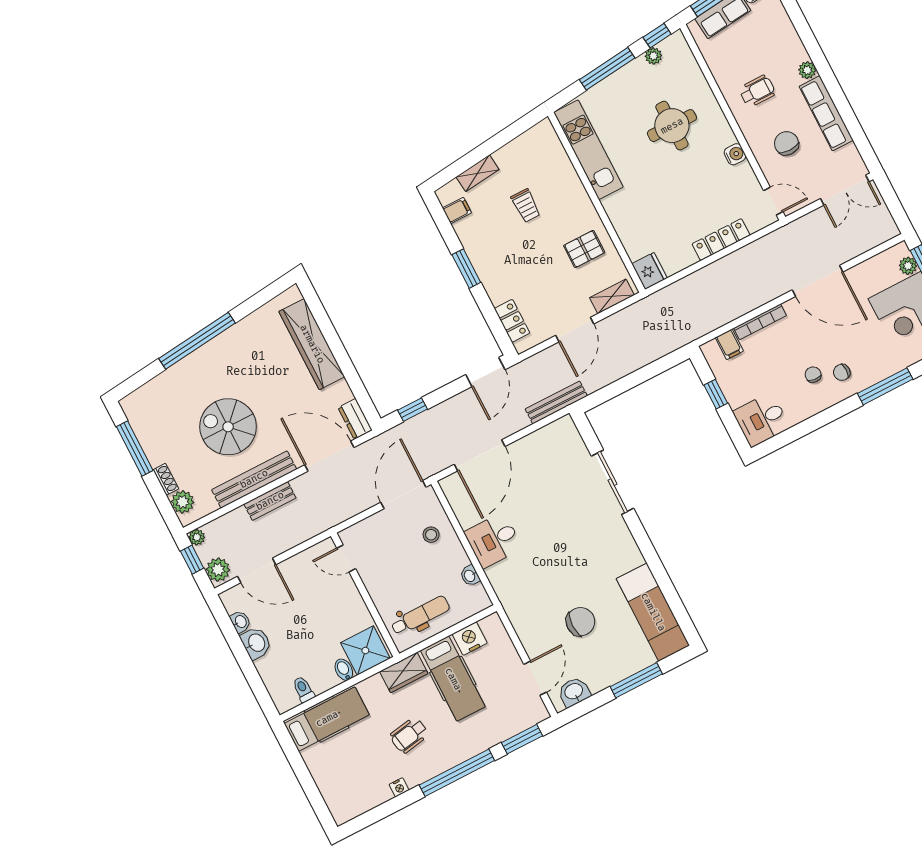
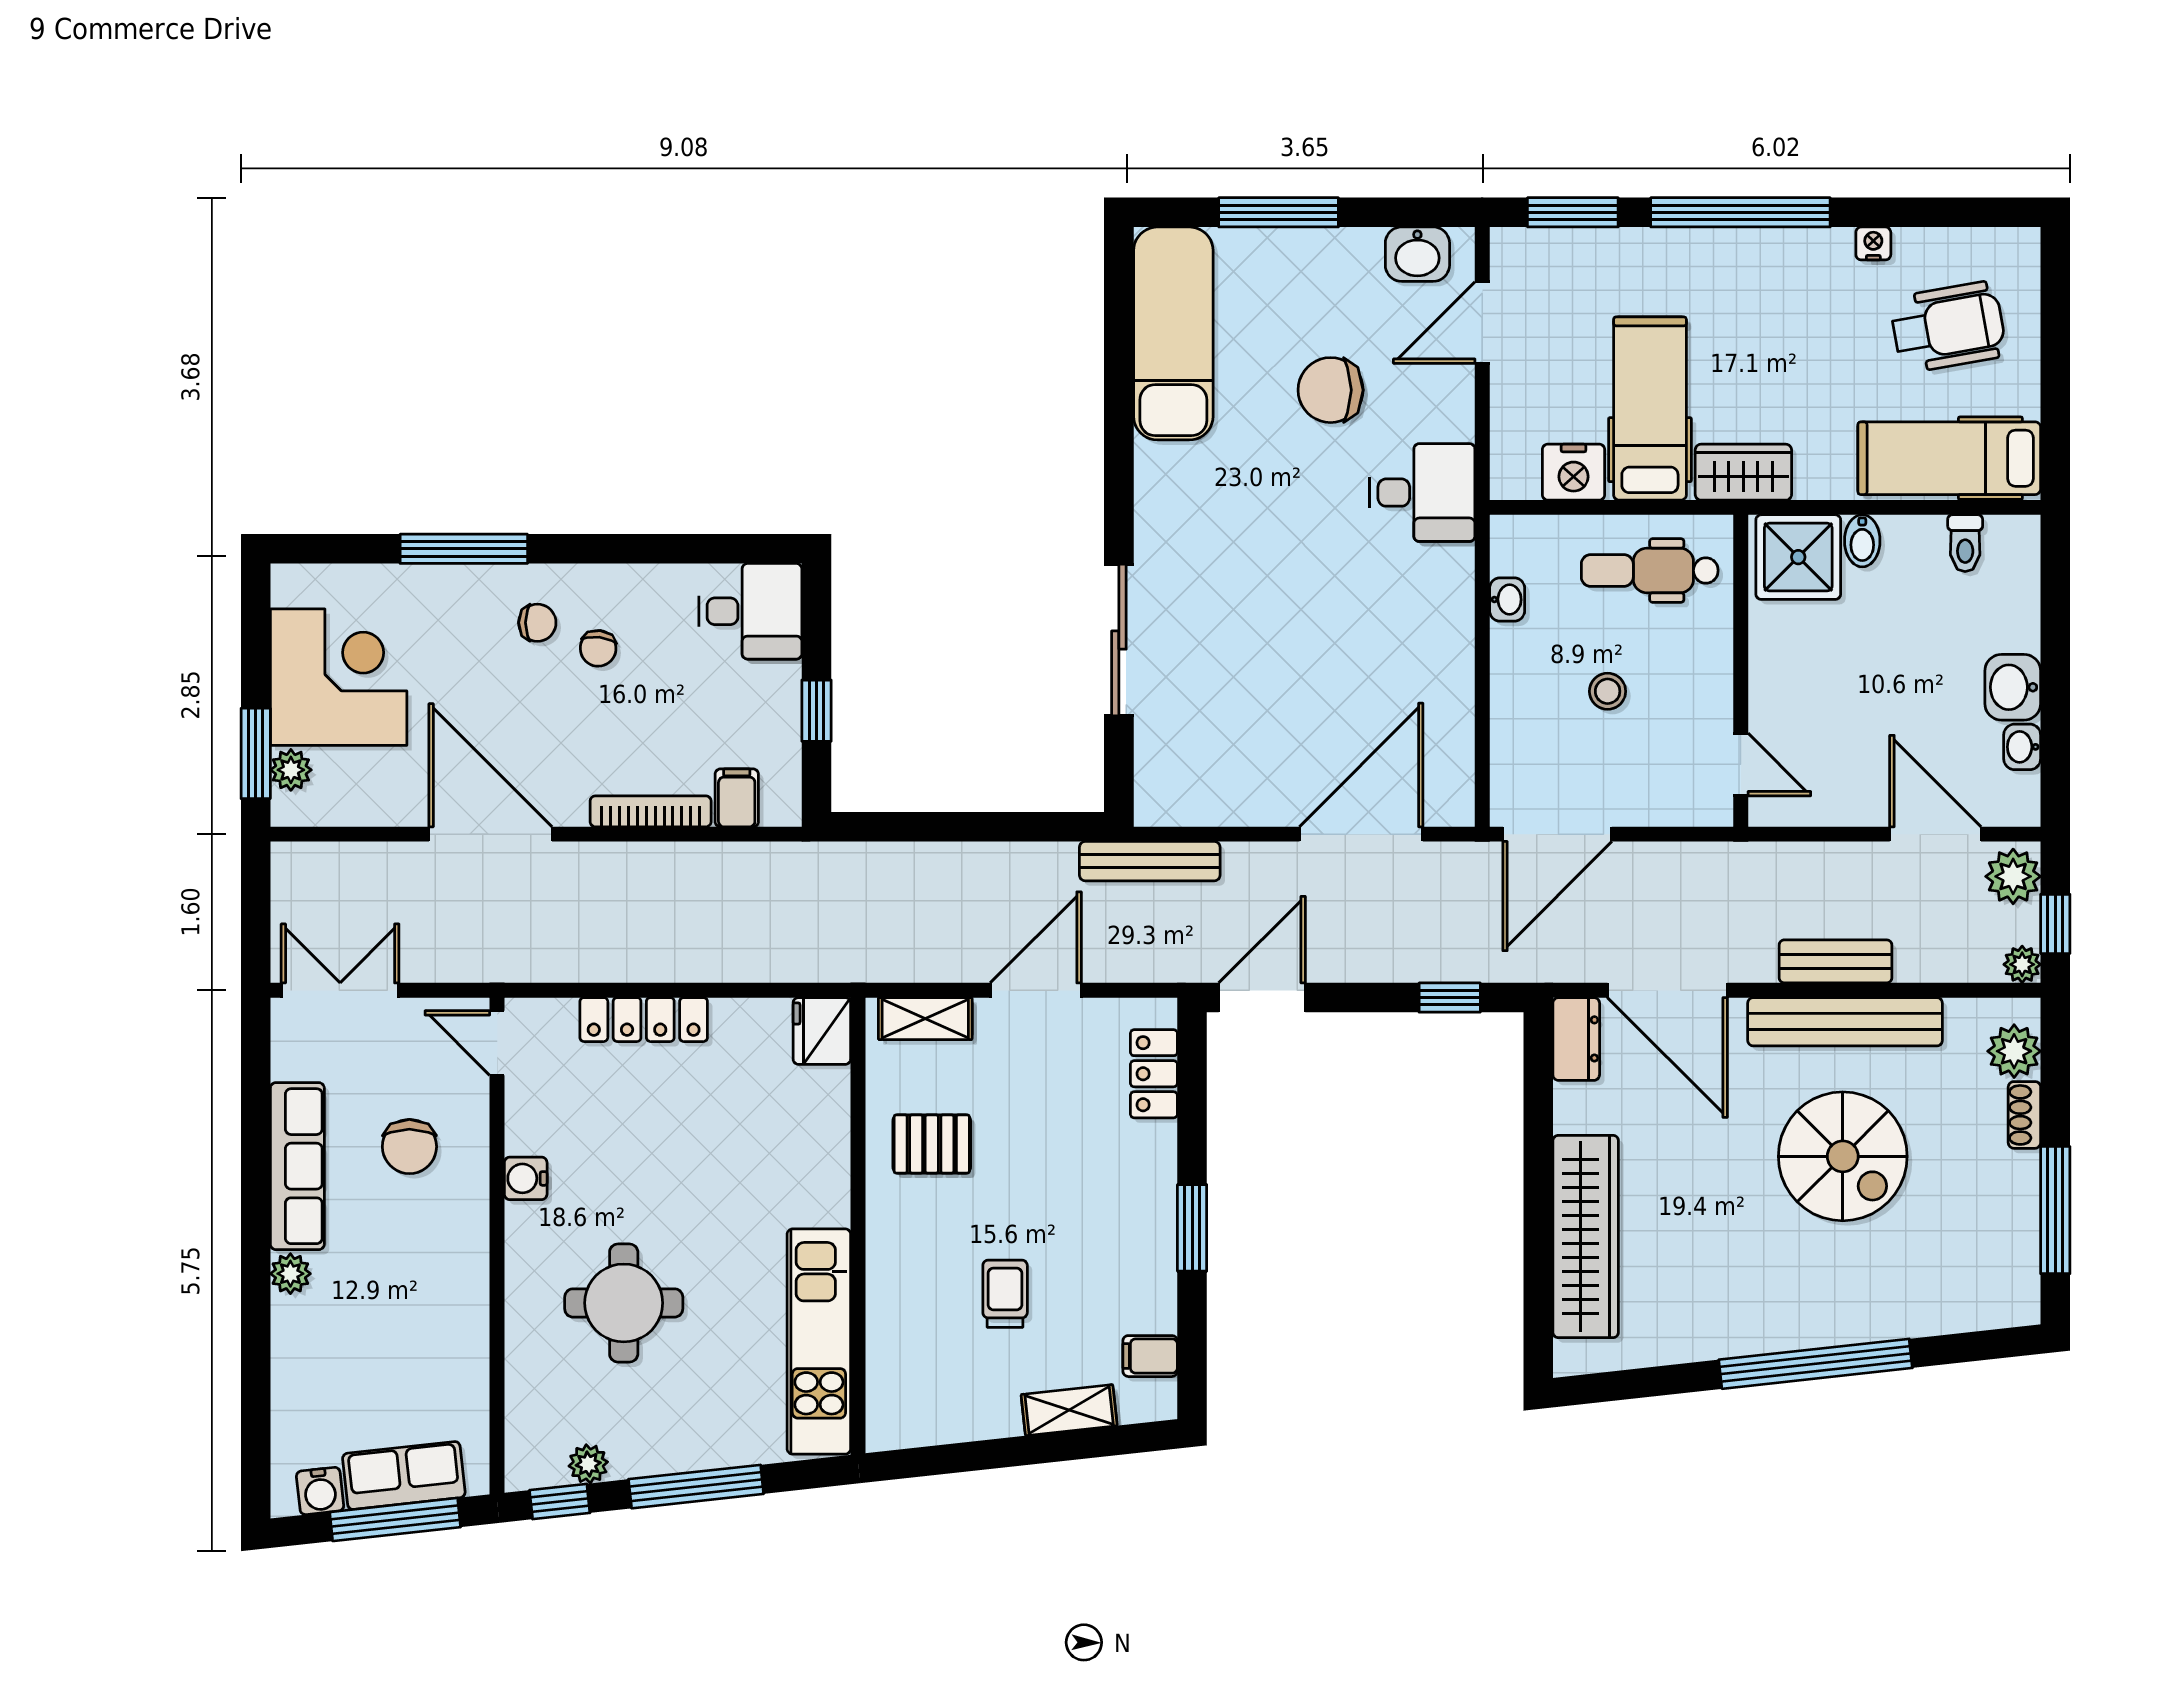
wheelchair: (757, 91) -> (414, 1283), removed
stool: (431, 535) -> (1608, 691), moved
desk: (493, 540) -> (1422, 493), moved
wheelchair: (409, 735) -> (1948, 327), moved, width x1.36, depth x1.37

